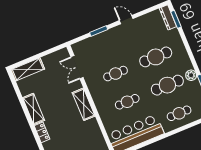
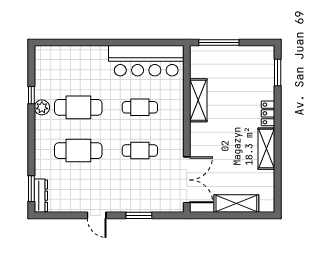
double door: (77, 67) -> (187, 180), width x1.37
shelving: (28, 69) -> (236, 204), moved
shelving: (84, 104) -> (198, 100), moved
cafe table: (179, 113) -> (78, 64), removed

